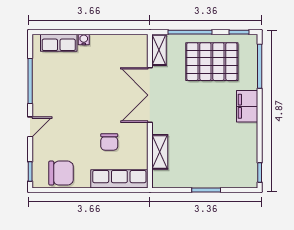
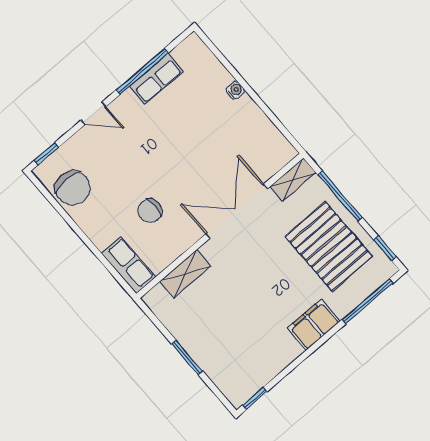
row of seats: (59, 43) -> (156, 79), moved, turned -90
row of seats: (119, 179) -> (128, 265), width x0.68

